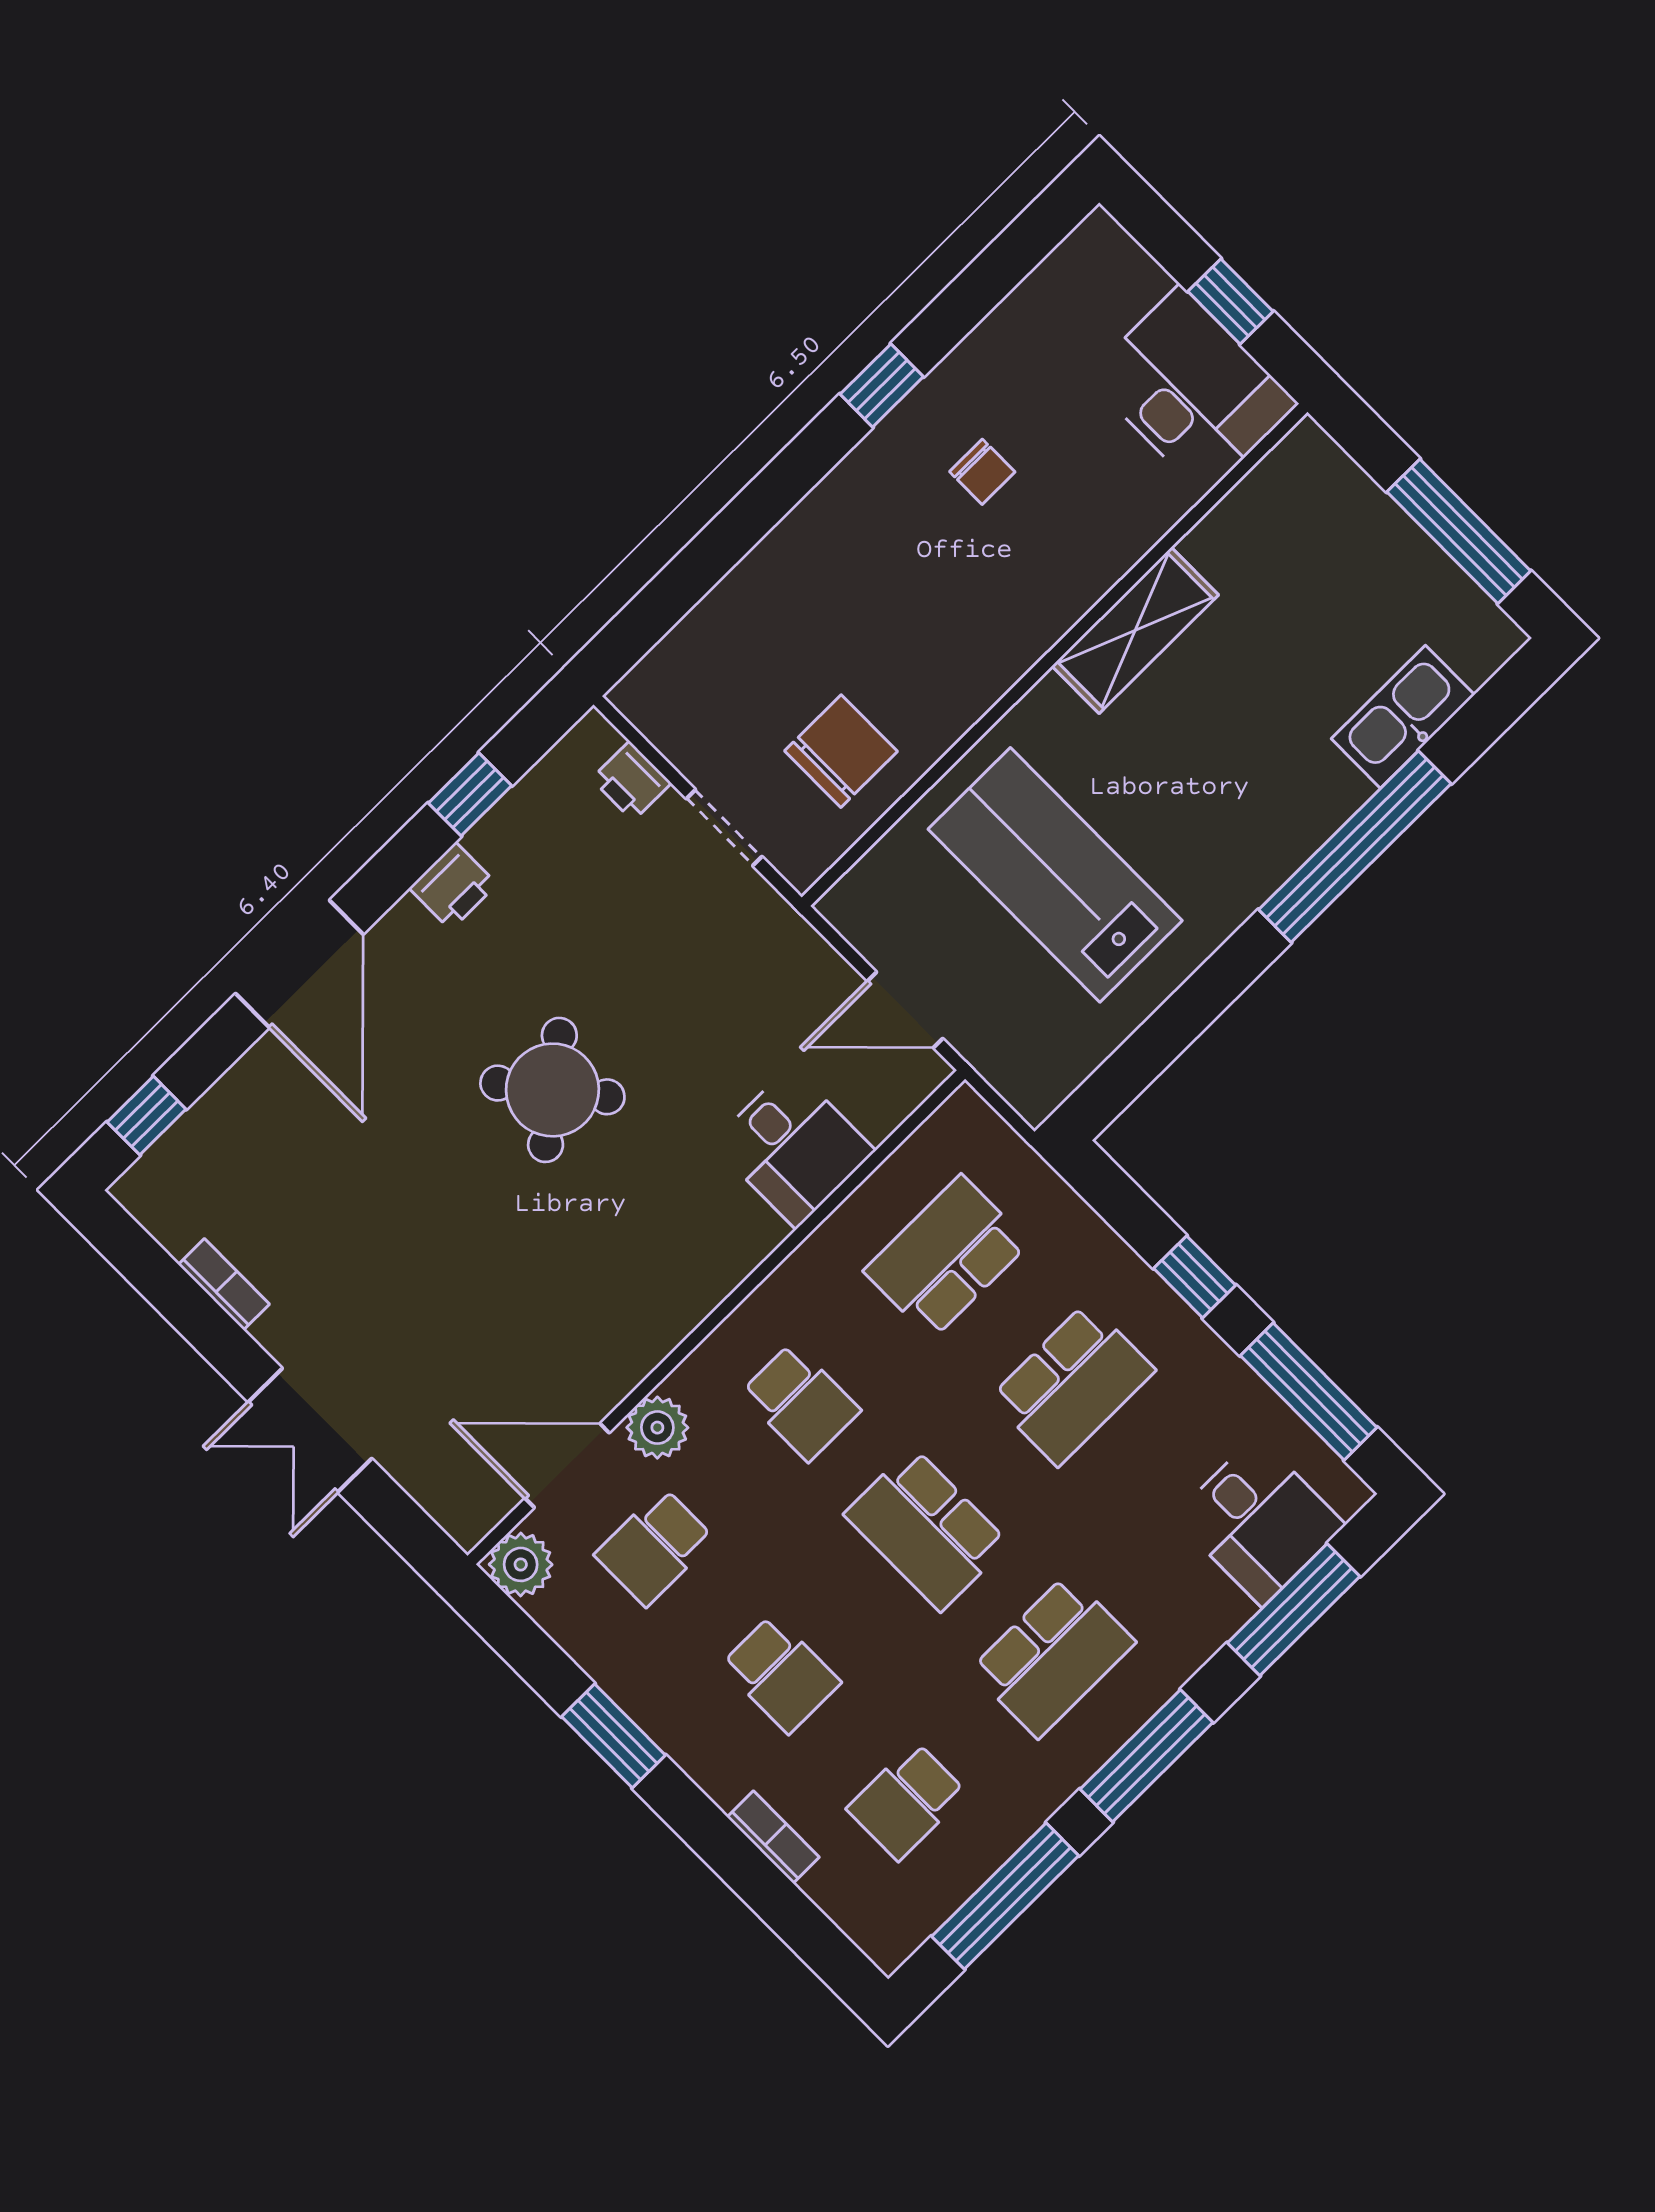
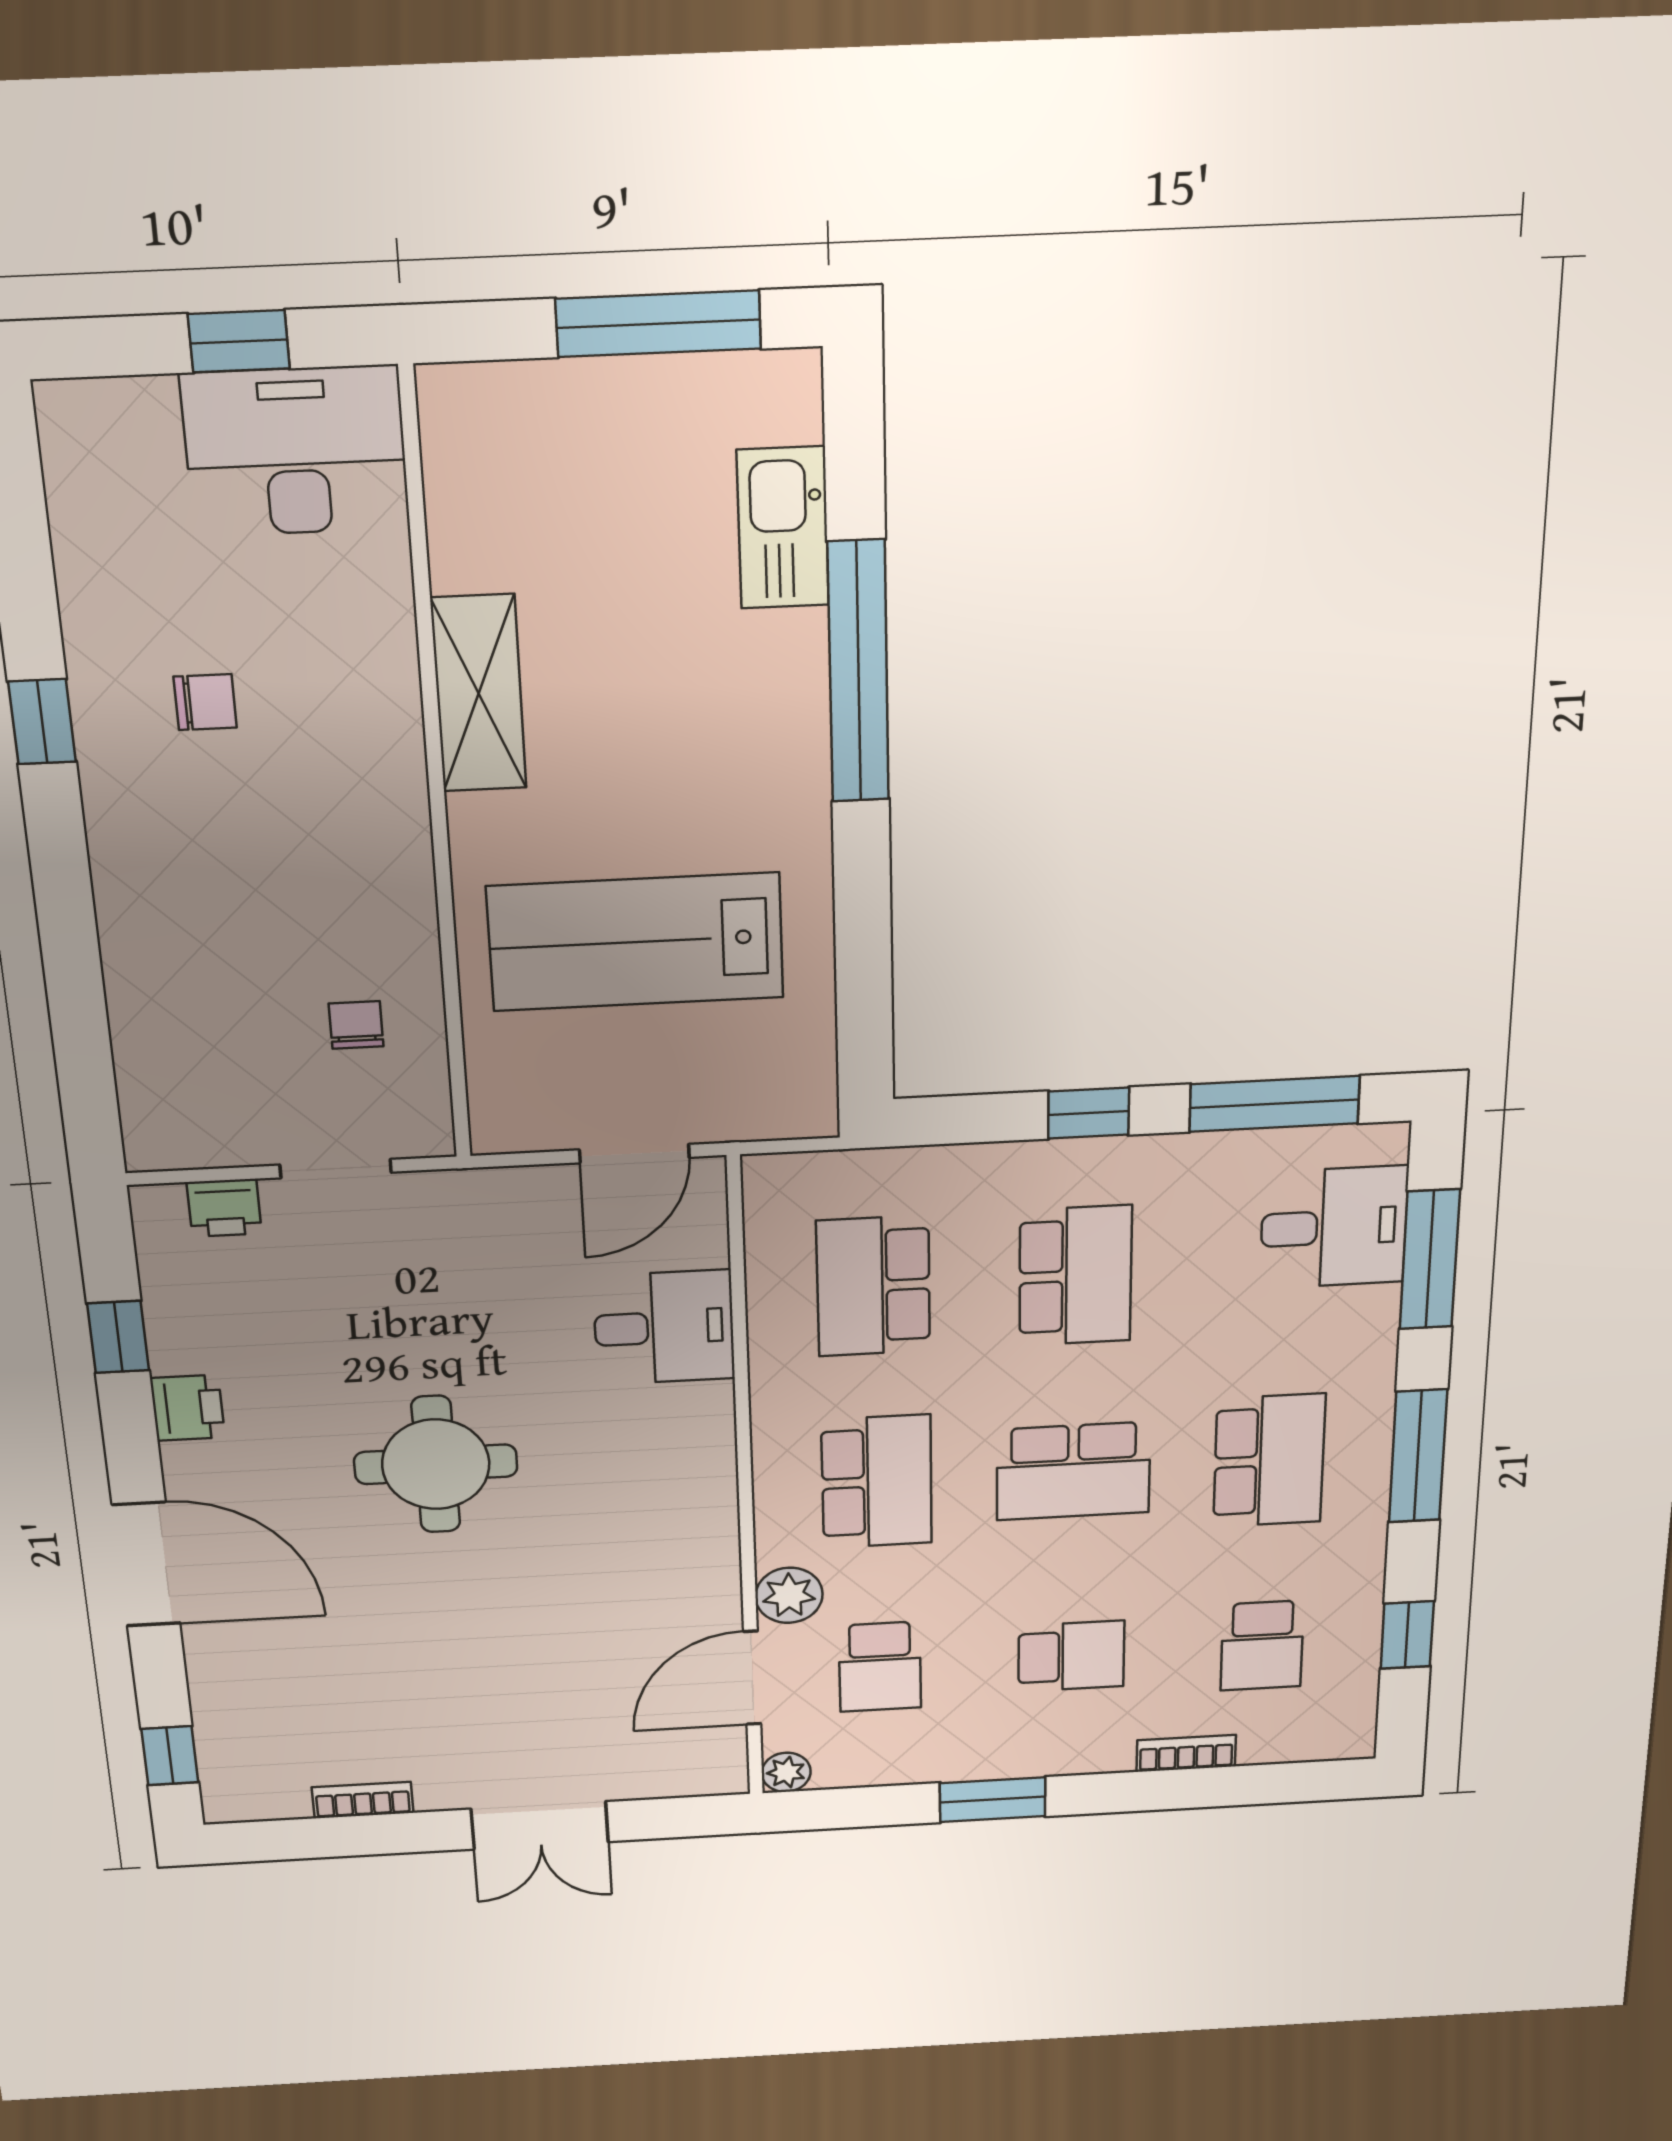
chair: (841, 751) -> (356, 1025), width x0.54, depth x0.54
round table: (552, 1090) -> (436, 1464), turned 38
school desk: (800, 1402) -> (877, 1482), width x1.85
plant: (521, 1564) -> (786, 1772), width x0.73, depth x0.73
window: (1005, 1896) -> (1407, 1635), width x0.46

